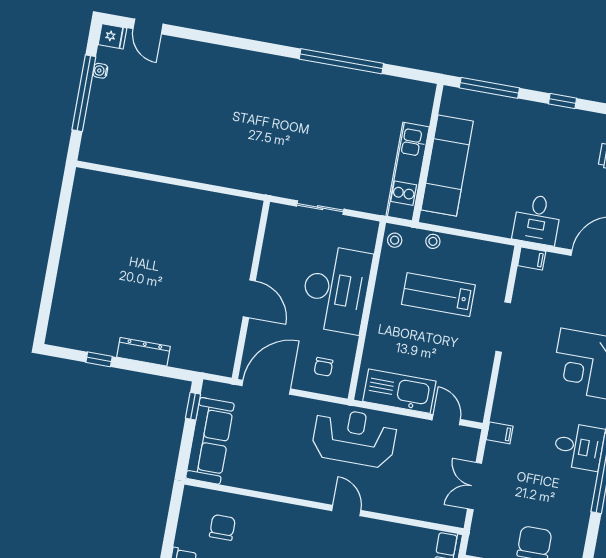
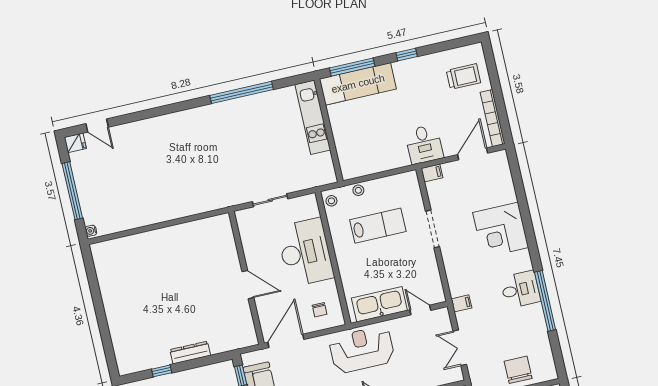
water cooler: (100, 71) -> (91, 231), moved
exam couch: (447, 165) -> (358, 84), moved, turned 90
kitchen unit: (408, 172) -> (313, 117), moved
lab bench: (438, 295) -> (378, 226), turned 180

